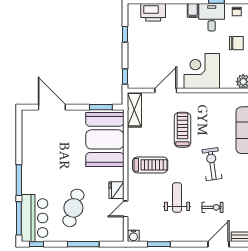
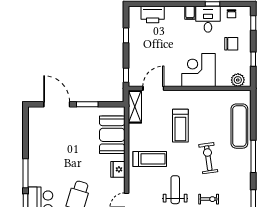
door: (166, 90) -> (153, 88), moved
window: (101, 107) -> (87, 104), moved
treadmill: (182, 130) -> (180, 126), turned 180
booth: (105, 139) -> (112, 135), width x0.73, depth x0.70
fridge: (116, 190) -> (118, 169), moved

